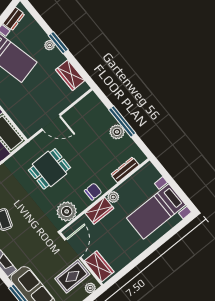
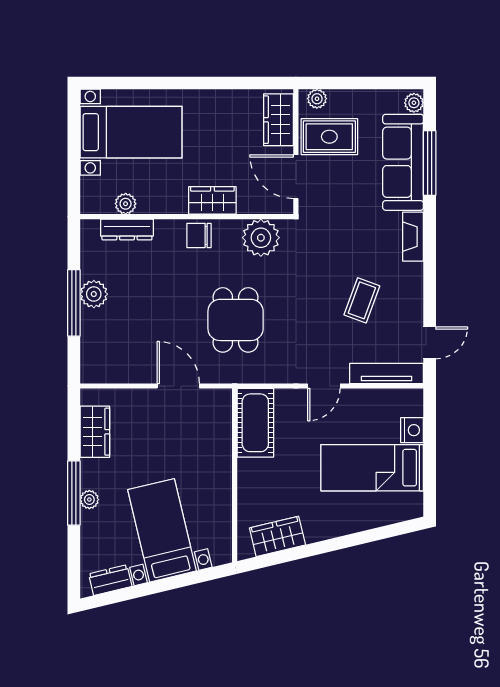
window: (58, 43) -> (74, 493), width x1.44
dining table: (49, 169) -> (236, 320), turned 90
plant: (113, 197) -> (126, 204), moved
door: (73, 249) -> (296, 177), hinge flipped

